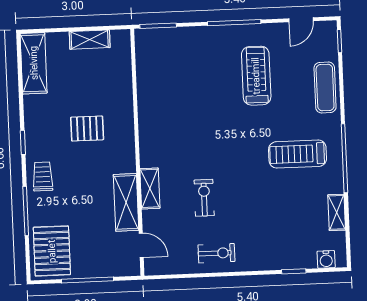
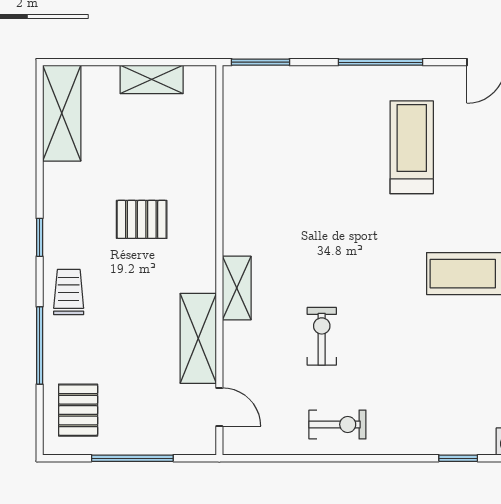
shelving: (150, 188) -> (237, 288), moved
pallet: (52, 251) -> (78, 410), width x0.67, depth x0.71

